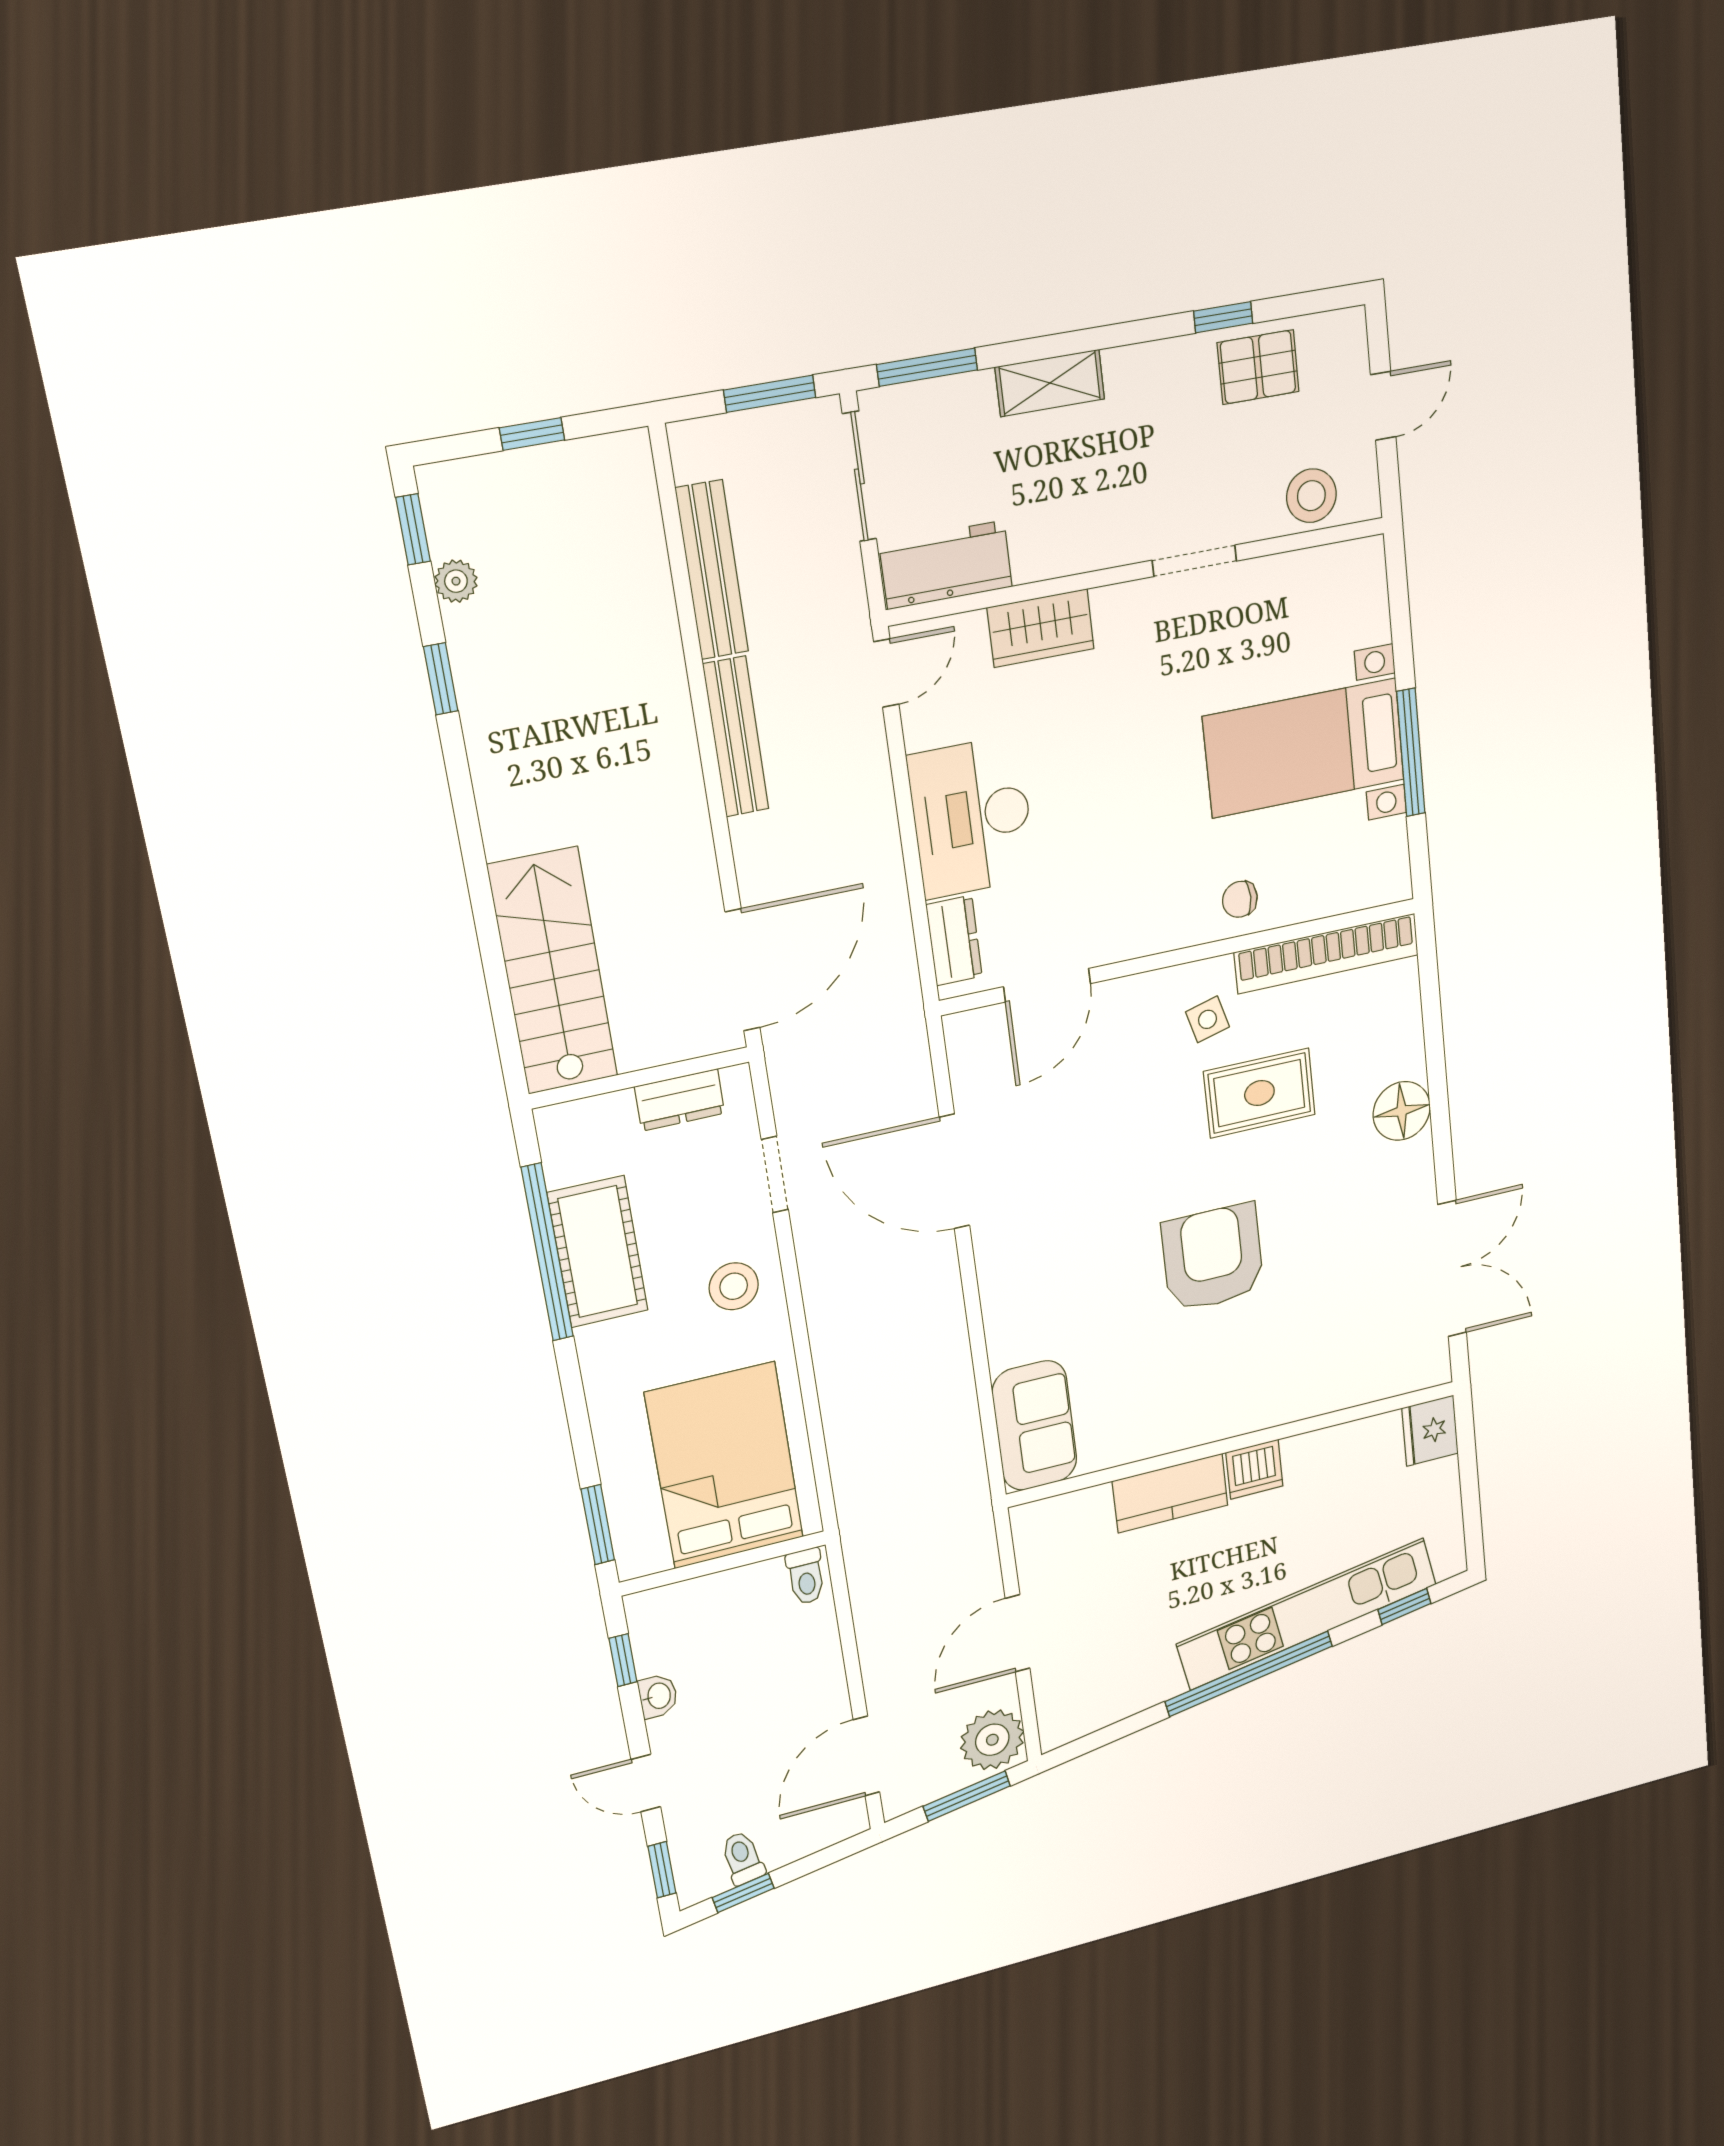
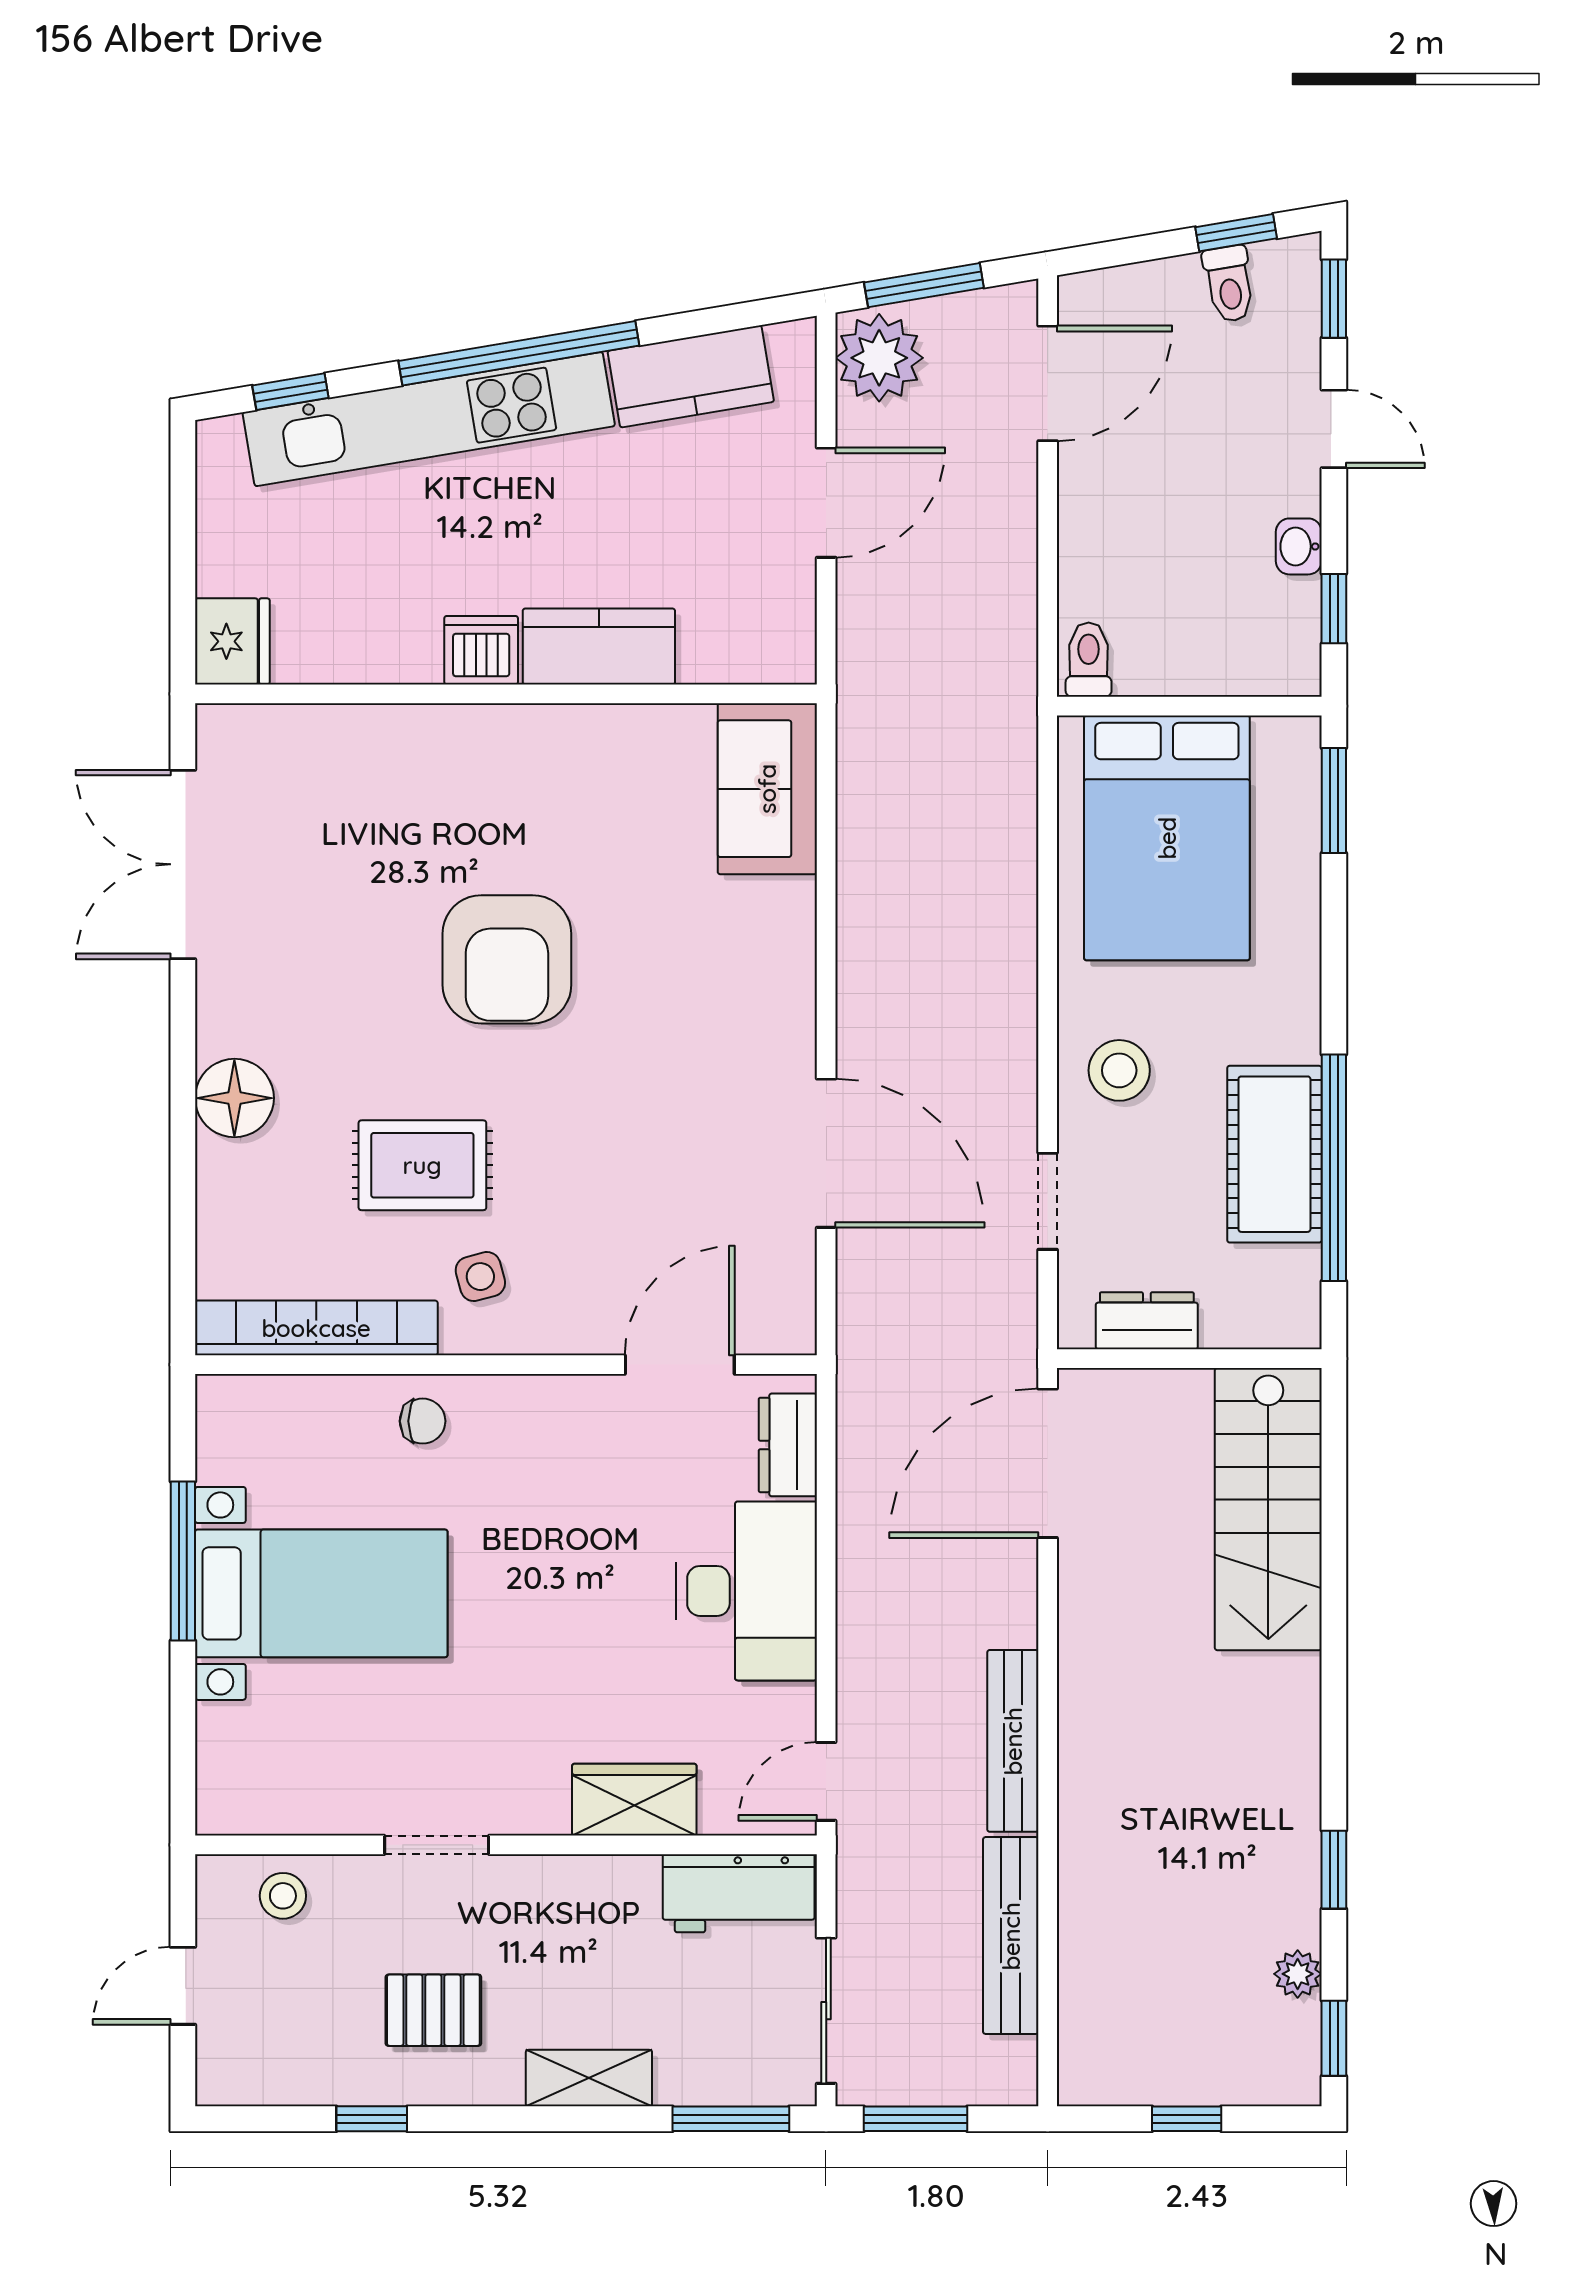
pallet: (1258, 367) -> (433, 2010), moved
stool: (1311, 496) -> (283, 1896), width x0.73, depth x0.73
kitchen counter: (1126, 1691) -> (691, 376), added

